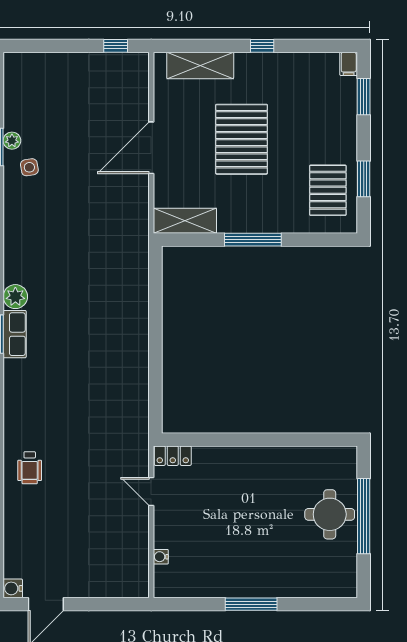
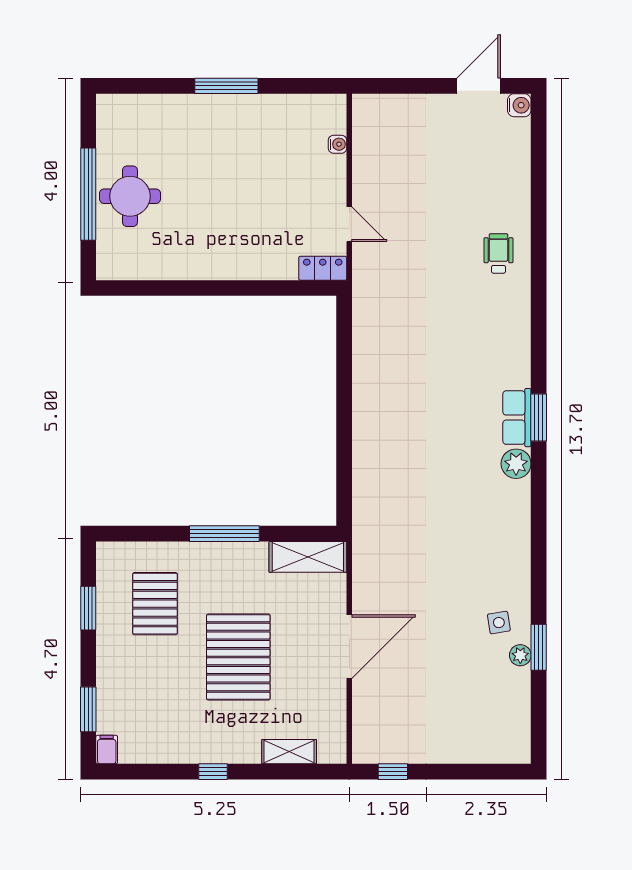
shelving: (200, 65) -> (289, 752), width x0.67, depth x0.75
pallet: (328, 190) -> (155, 604), moved

